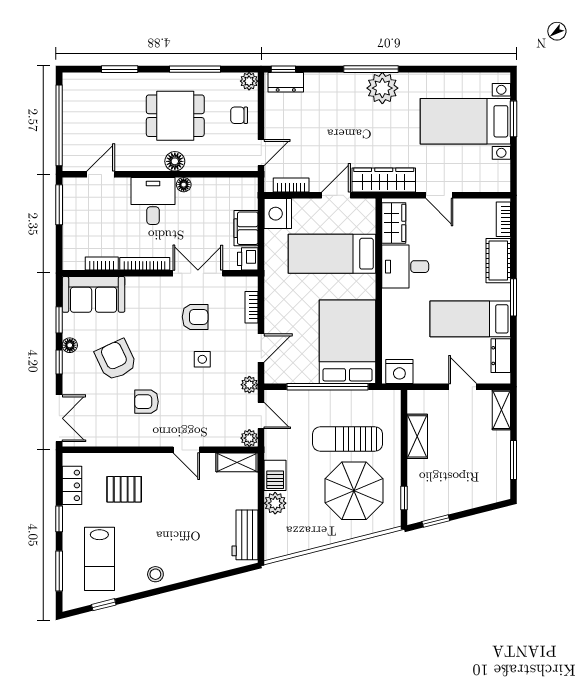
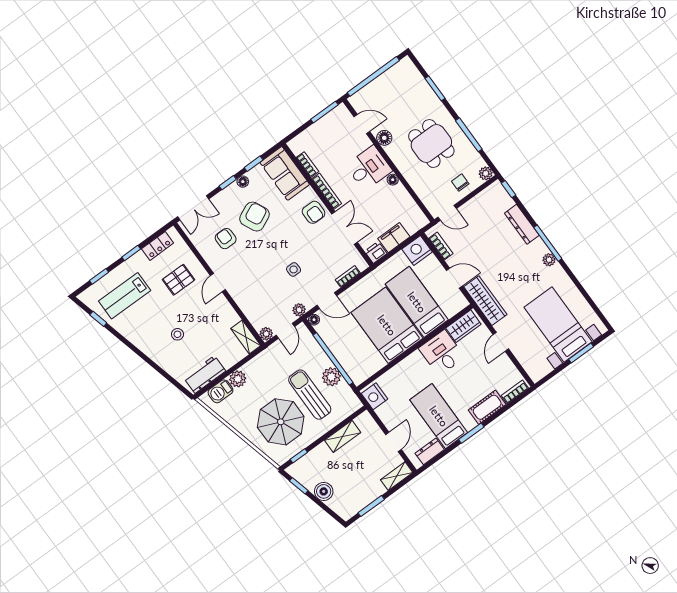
dresser: (286, 82) -> (522, 224), moved, width x1.44
plant: (382, 88) -> (549, 260), width x0.53, depth x0.53
floor lamp: (175, 161) -> (384, 138), moved
armchair: (195, 317) -> (314, 212), moved
bed: (347, 342) -> (387, 325), moved, turned -90
floor lamp: (271, 376) -> (314, 320), added
armchair: (146, 402) -> (226, 239), moved
plant: (345, 402) -> (331, 377), added
door: (186, 450) -> (218, 283), moved
barbecue: (275, 475) -> (220, 391), moved
pallet: (124, 489) -> (179, 280), turned 90
boiler: (461, 499) -> (324, 491), added
window: (59, 571) -> (99, 276), width x0.67
stool: (155, 574) -> (177, 334), moved

